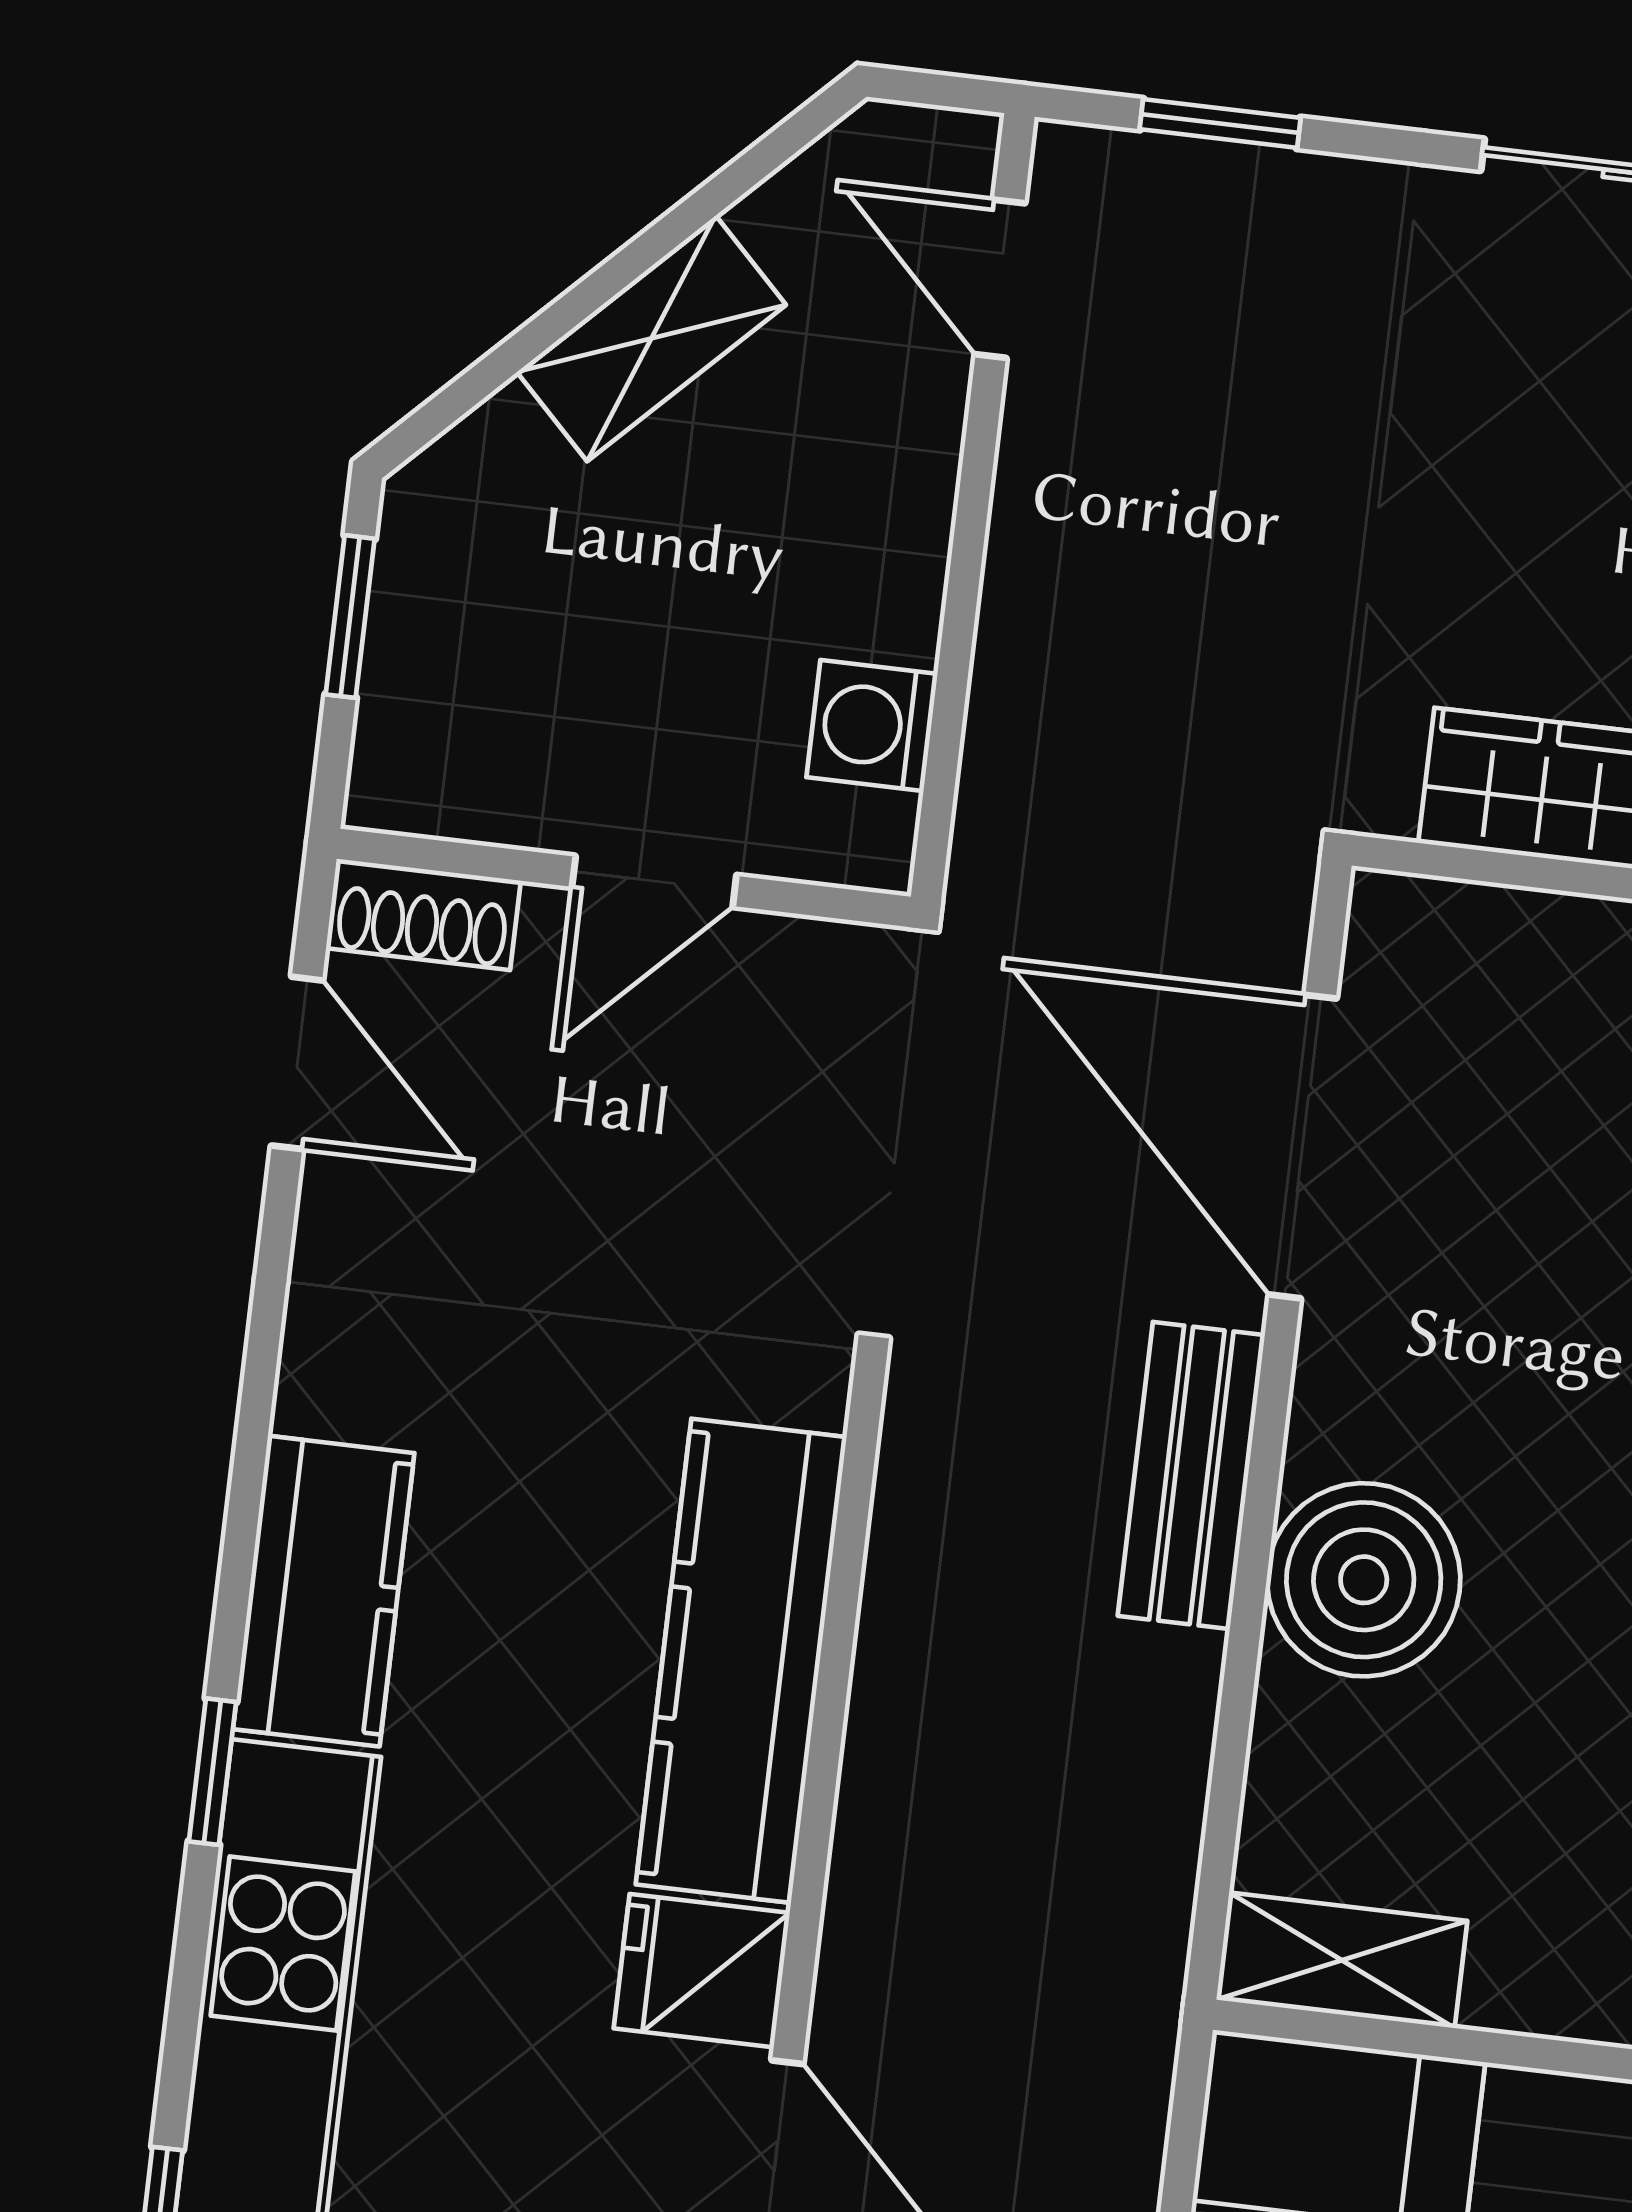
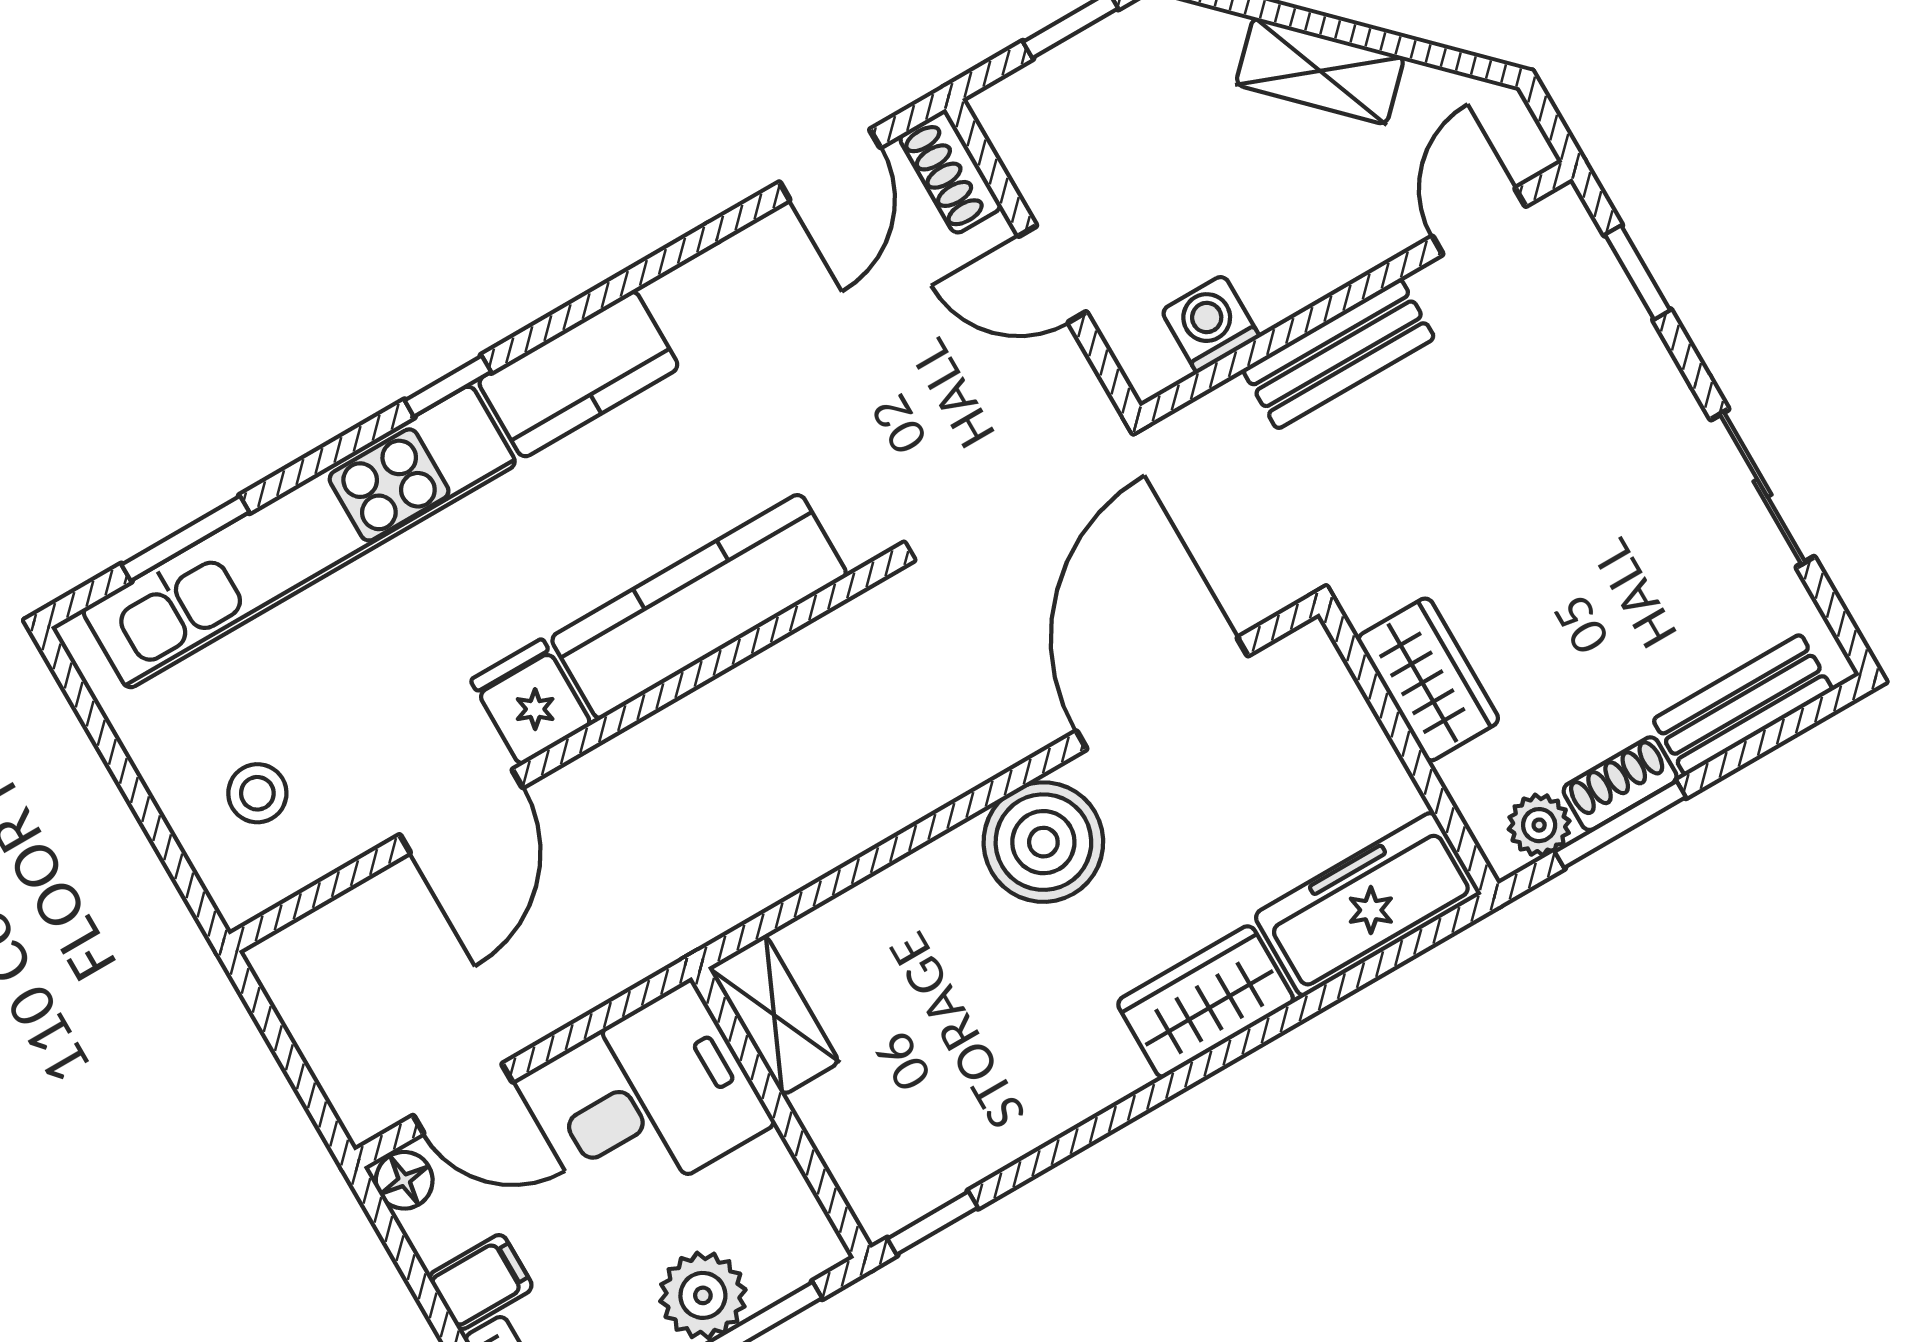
bench: (1191, 1476) -> (1339, 354), moved
boiler: (1364, 1580) -> (1043, 842), moved

